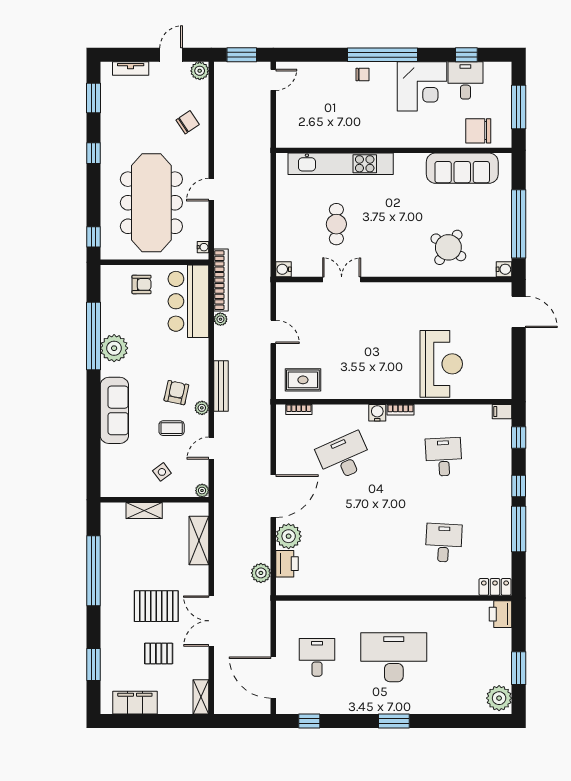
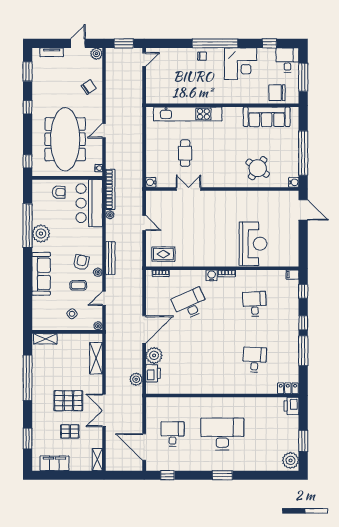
desk: (465, 80) -> (287, 60), moved
shelving: (144, 511) -> (45, 339), moved

